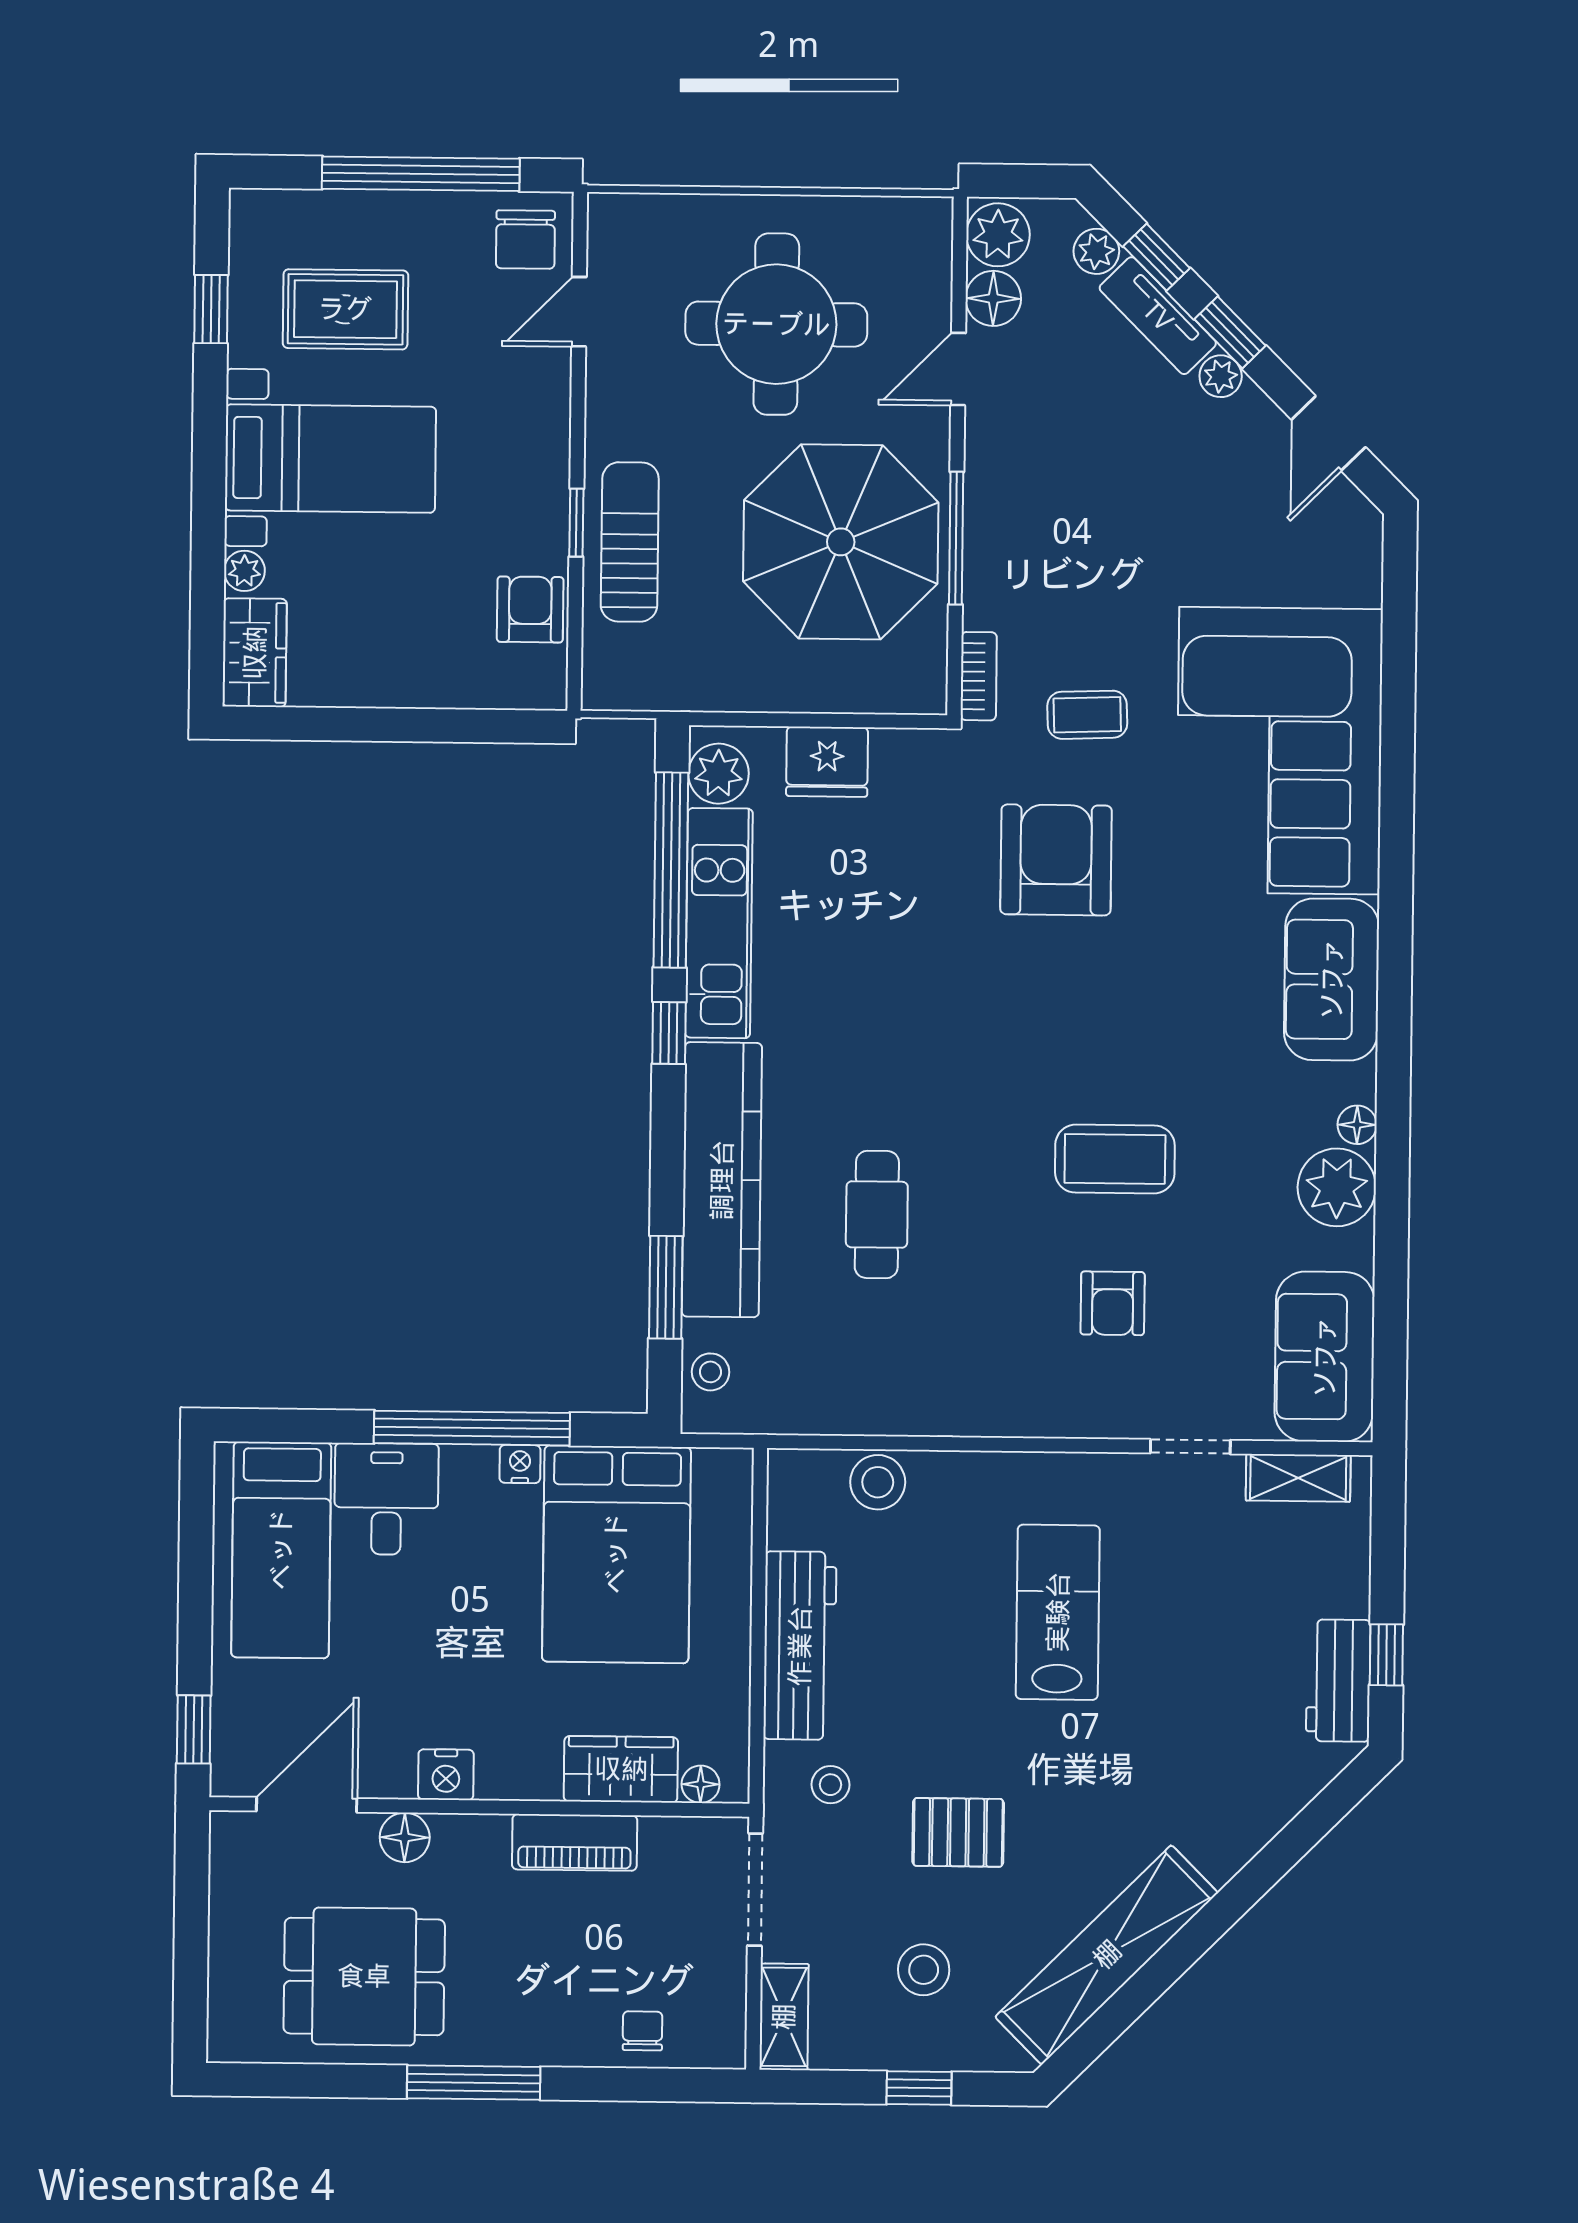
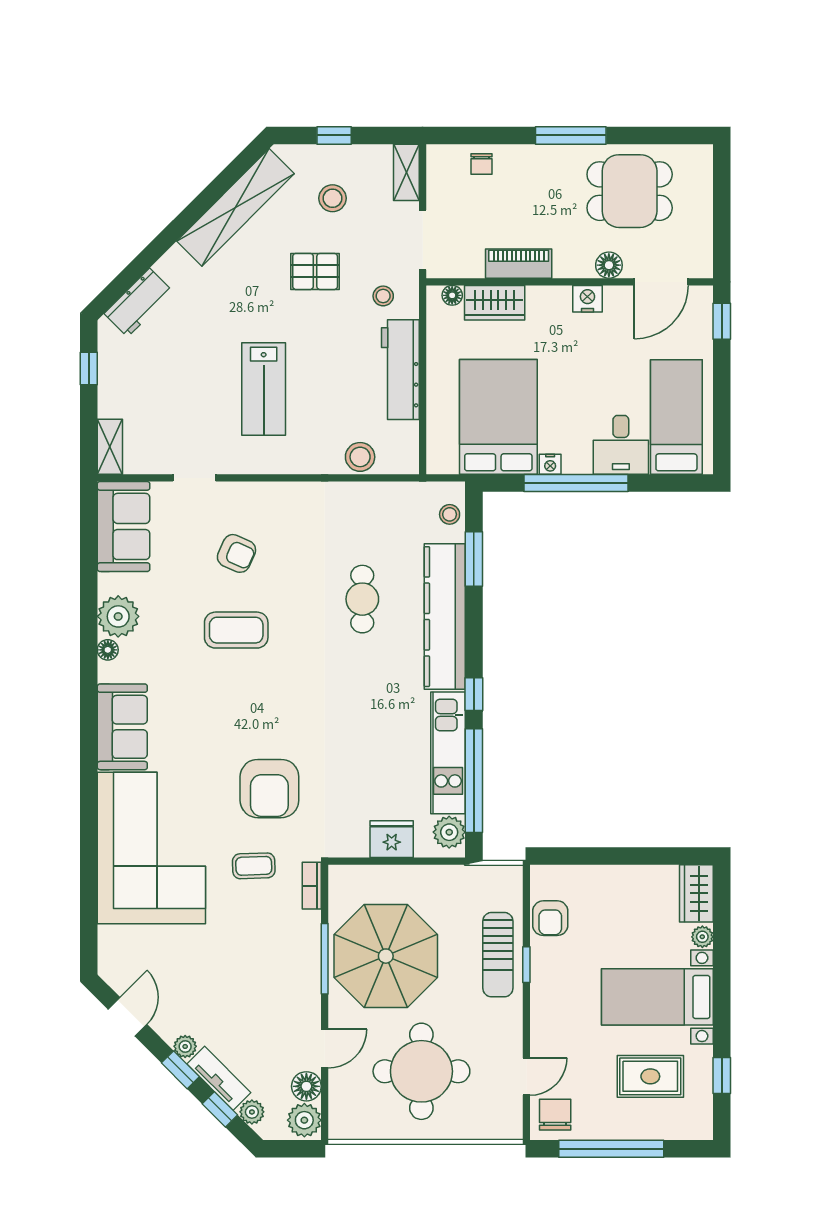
armchair: (1113, 1303) -> (236, 553), turned 114
shelving: (1298, 1478) -> (110, 447), moved, turned 90
workbench: (1338, 1681) -> (139, 303), moved, turned 45

